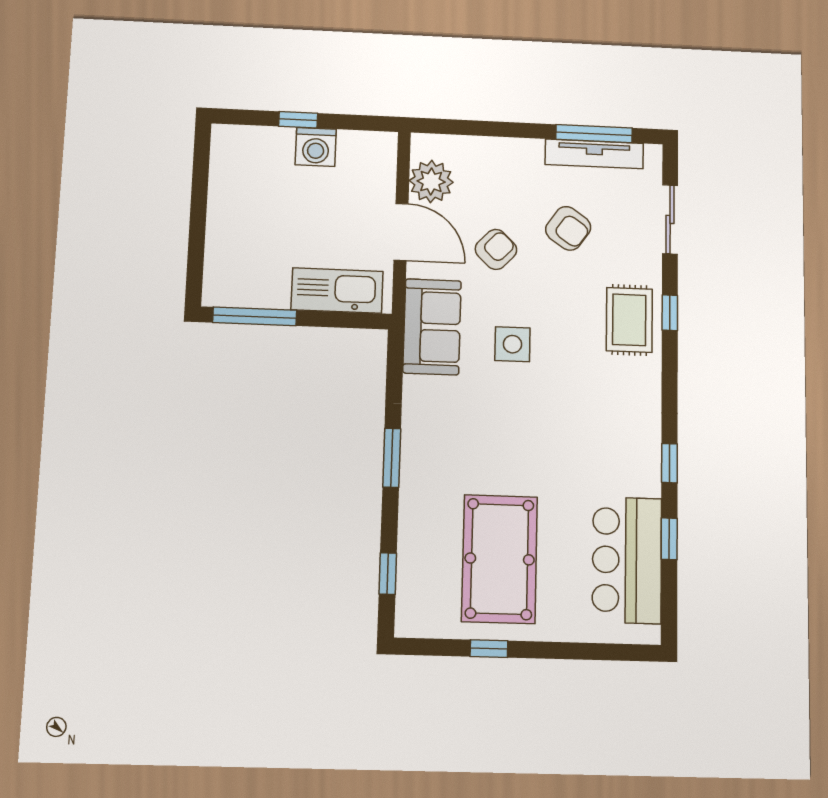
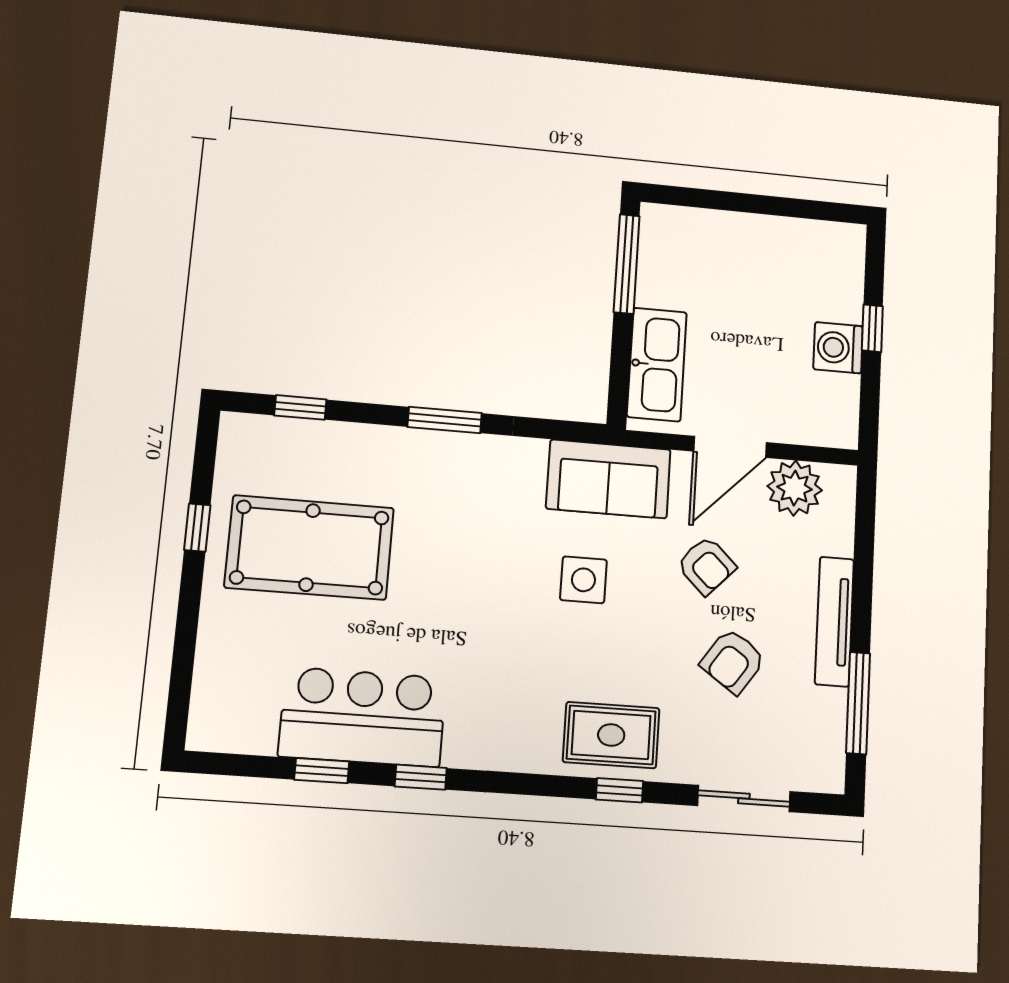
tv unit: (594, 154) -> (834, 621), moved
bar counter: (627, 560) -> (363, 717), moved

